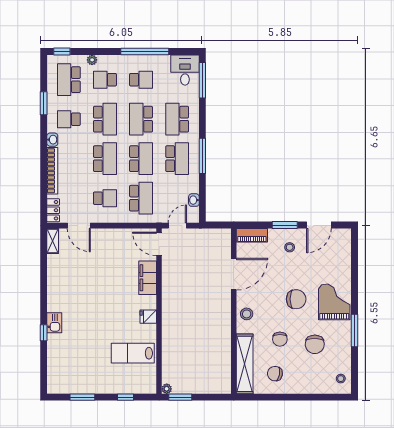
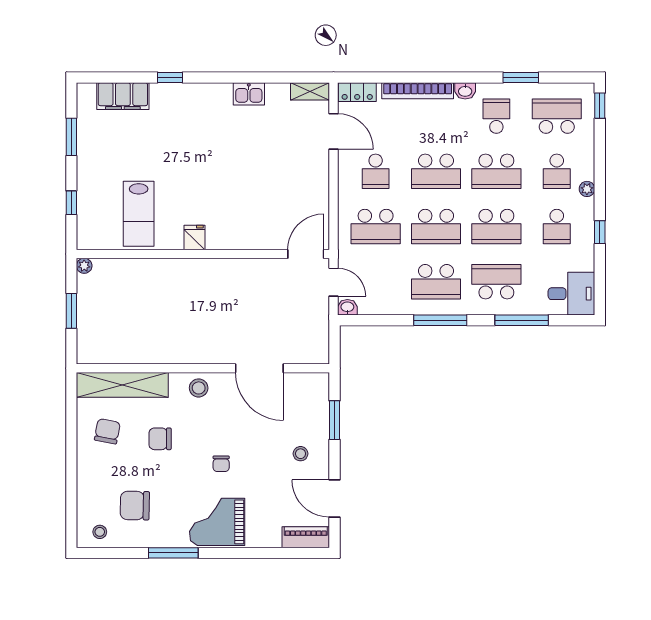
window: (145, 52) -> (600, 232), width x0.32
plant: (92, 60) -> (587, 189), moved
school desk: (105, 80) -> (557, 171), turned 180
window: (202, 80) -> (522, 320), moved
school desk: (141, 119) -> (496, 227), turned 180
washbasin: (194, 200) -> (347, 307), moved
window: (285, 225) -> (335, 420), moved
door: (79, 226) -> (334, 131), swing flipped
piano: (252, 235) -> (306, 537), moved, turned 90
filing cabinet: (148, 278) -> (123, 96), moved, turned 180
chair: (296, 299) -> (221, 464), width x0.54, depth x0.54
grand piano: (334, 302) -> (217, 522), turned 180
kitchen sink: (54, 323) -> (249, 94), moved
chair: (315, 344) -> (135, 506), moved
lab bench: (133, 353) -> (139, 214), turned 180
window: (180, 397) -> (71, 311), moved

